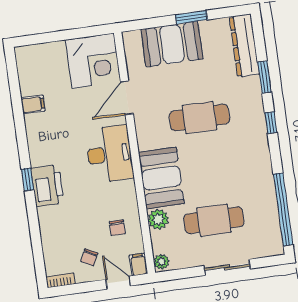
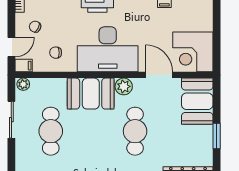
booth: (172, 44) -> (197, 101), moved
desk: (109, 154) -> (108, 49), width x1.36, depth x1.30
plant: (158, 219) -> (124, 86), moved
sliding door: (227, 267) -> (11, 120), moved

